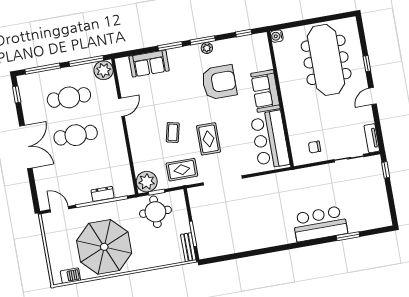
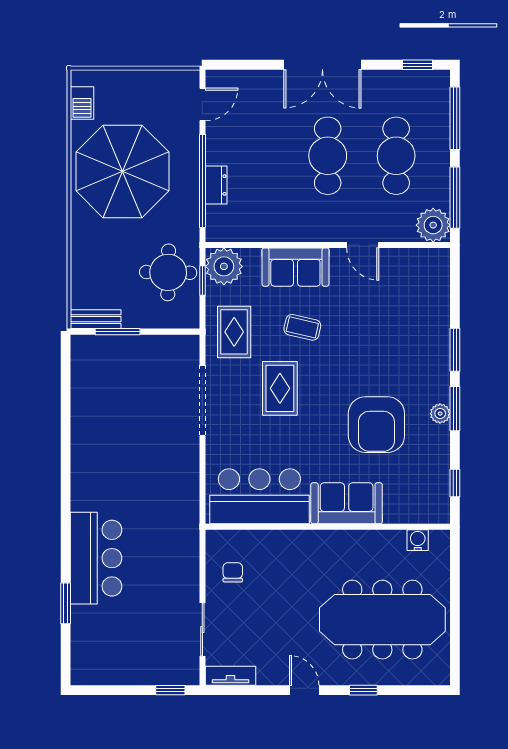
water cooler: (277, 36) -> (418, 540), moved
sofa: (149, 64) -> (295, 267), moved, turned -90
rug: (209, 139) -> (280, 388), turned 90

